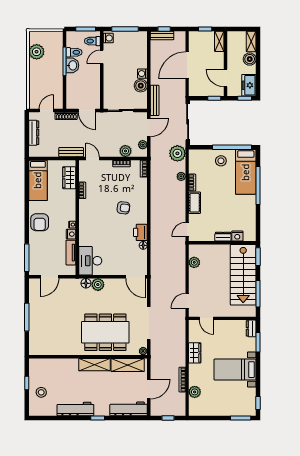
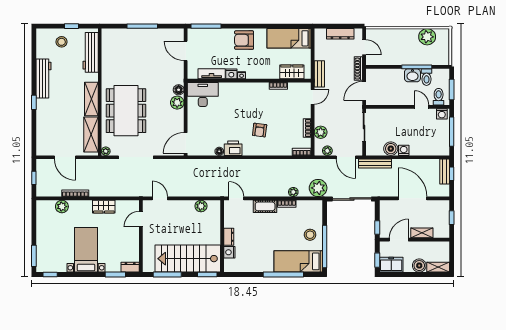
shelving: (219, 41) -> (422, 233), moved
workbench: (129, 409) -> (91, 52), moved, turned 180

